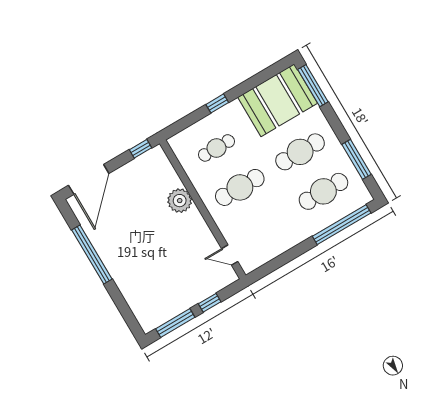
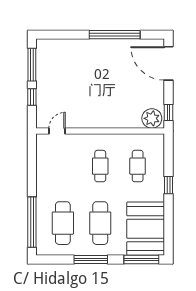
window: (356, 159) -> (91, 260), moved
cafe table: (240, 187) -> (100, 166), width x0.73, depth x0.74
plant: (180, 201) -> (152, 118), moved

